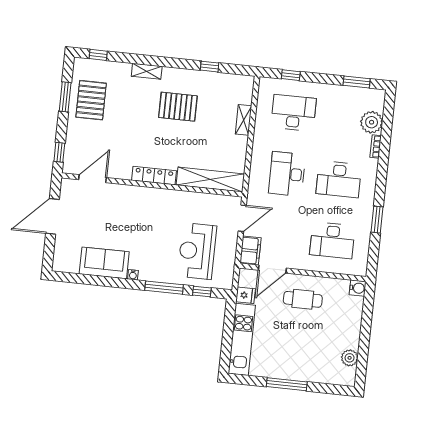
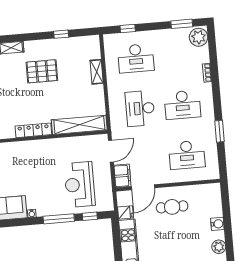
desk: (294, 113) -> (136, 58), turned 180
plant: (372, 122) -> (199, 37), moved
water cooler: (358, 288) -> (217, 224), moved

